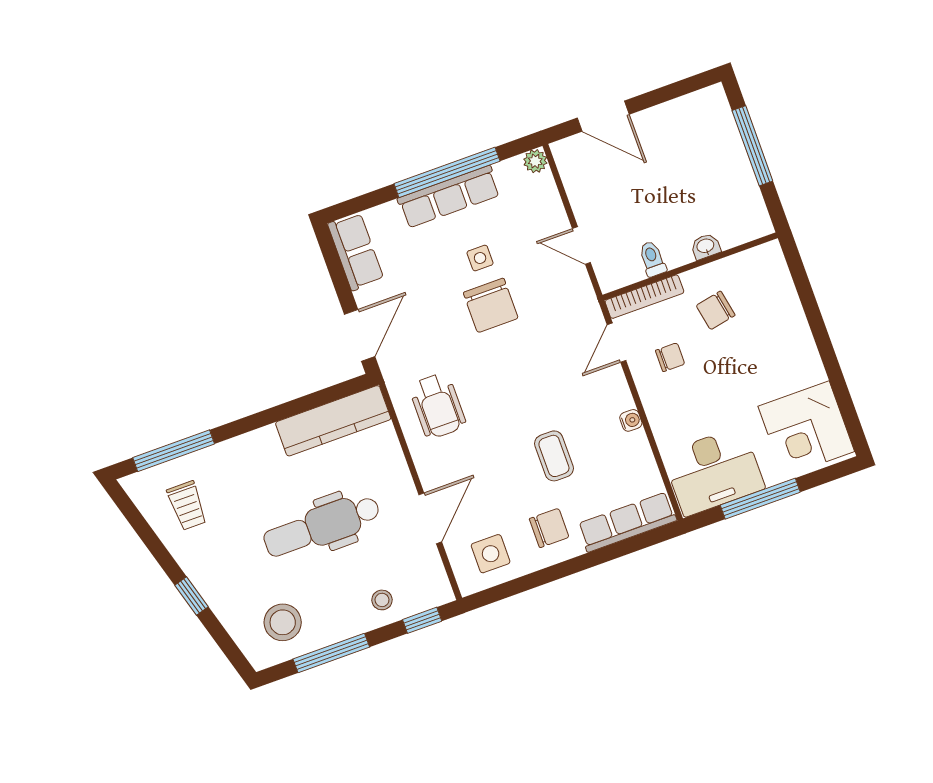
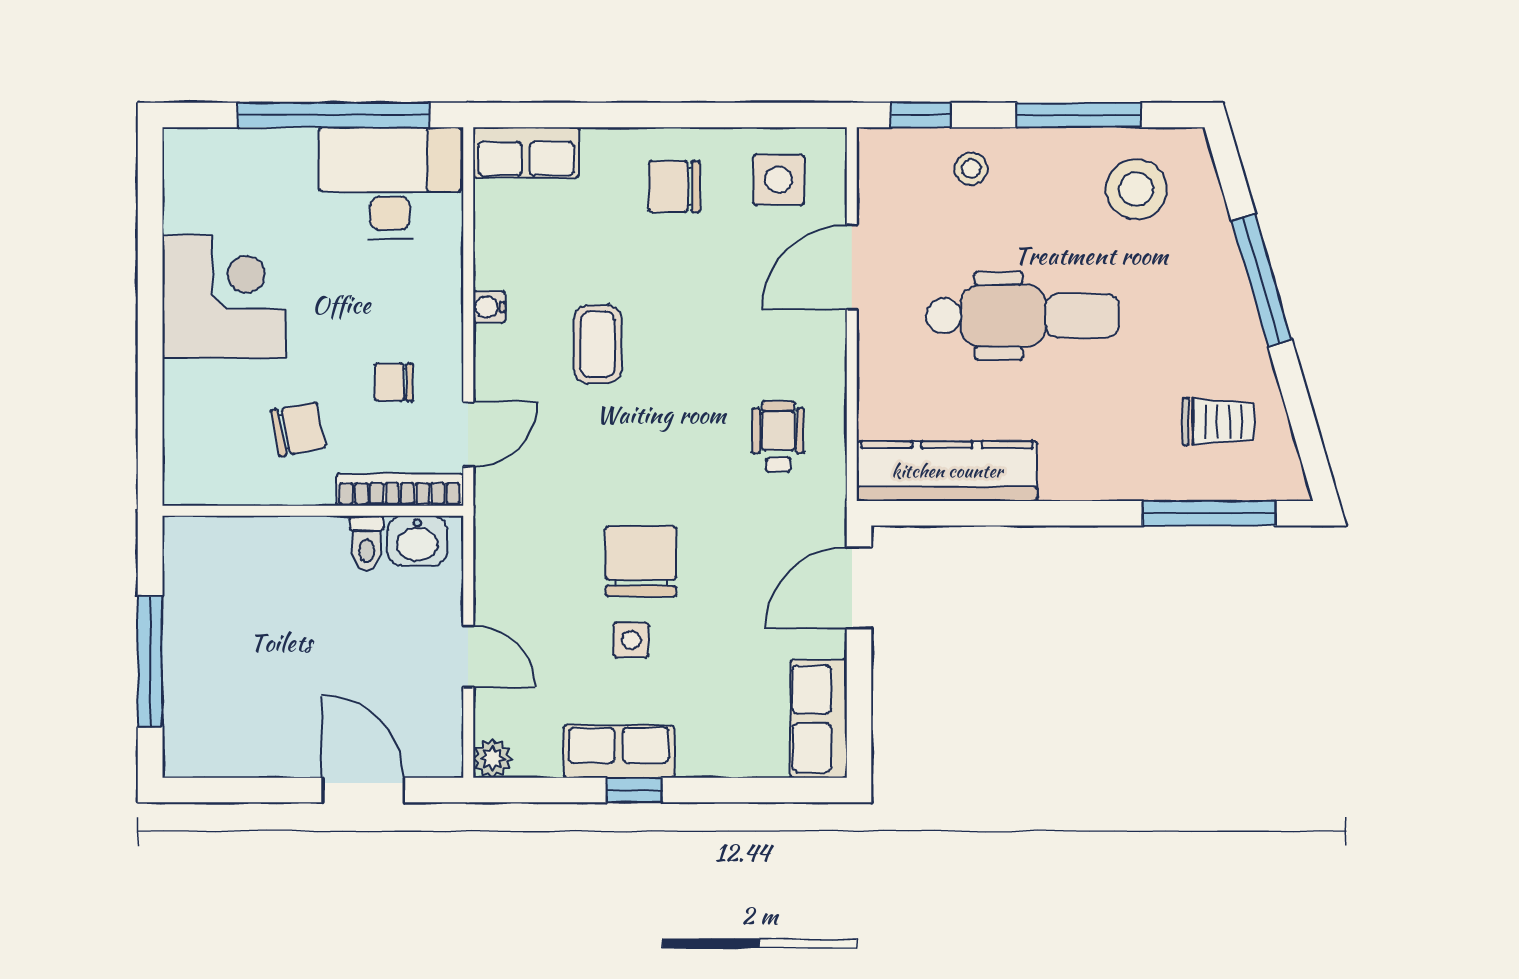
window: (447, 172) -> (634, 790), width x0.32
row of seats: (449, 197) -> (619, 752), width x0.68
door: (581, 245) -> (468, 656), moved
washbasin: (706, 246) -> (417, 541), moved, width x1.38, depth x1.45
wheelchair: (437, 406) -> (778, 436), width x0.73, depth x0.73
corner desk: (806, 429) -> (224, 297), moved
coffee table: (554, 456) -> (598, 344), moved
window: (760, 499) -> (333, 115), width x1.46
trolley: (187, 506) -> (1219, 422), turned 90
row of seats: (627, 522) -> (526, 153), width x0.68
window: (192, 596) -> (1262, 280), width x2.17

